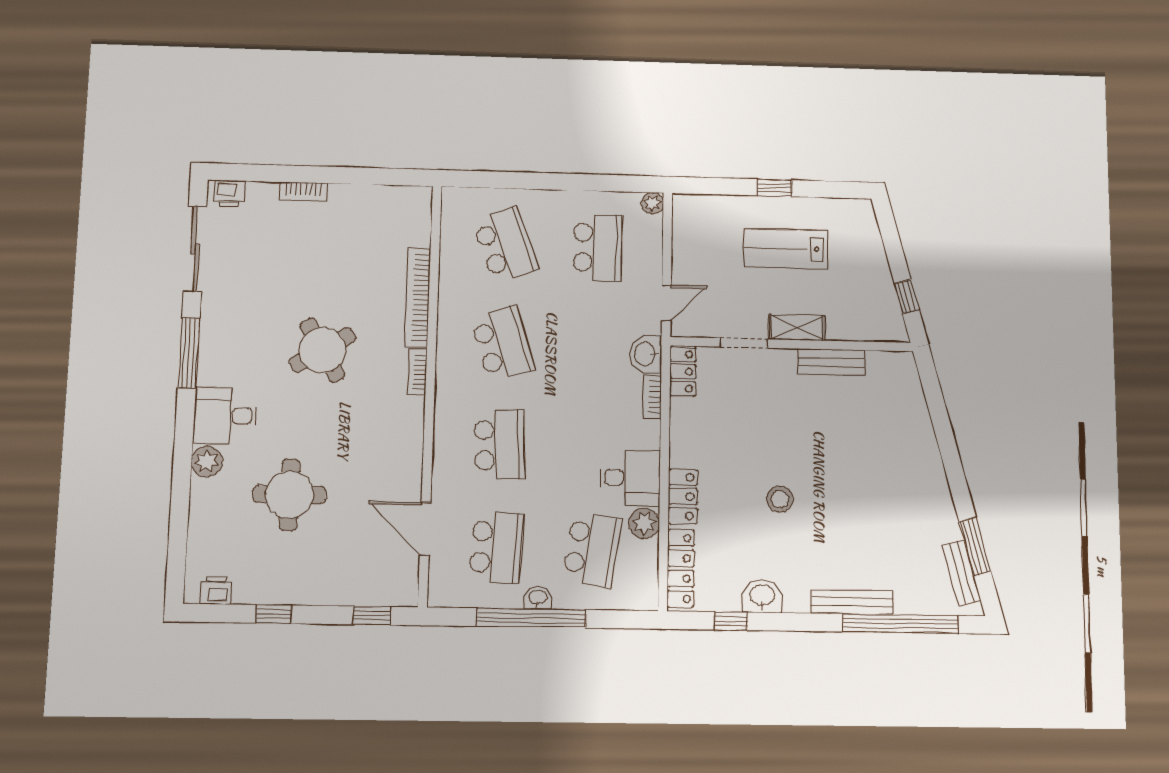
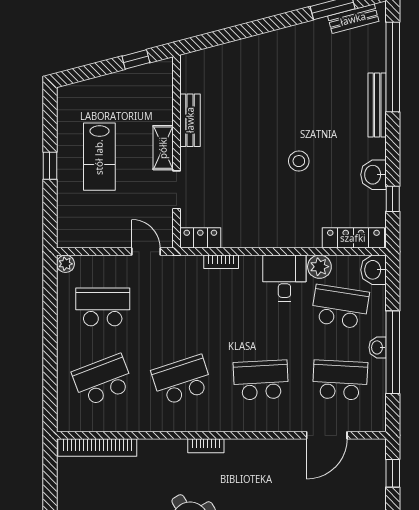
bookcase: (418, 298) -> (97, 448), moved
washbasin: (646, 354) -> (373, 270), moved, turned 90
locker: (683, 497) -> (298, 237), removed

